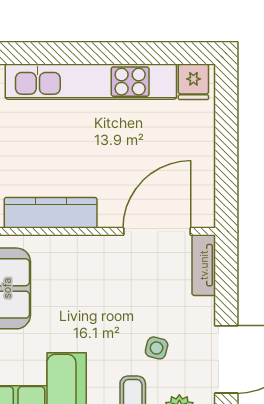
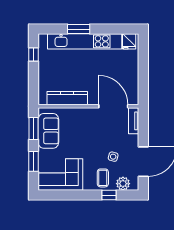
window: (77, 53) -> (79, 29), added
door: (157, 231) -> (113, 106), hinge flipped

